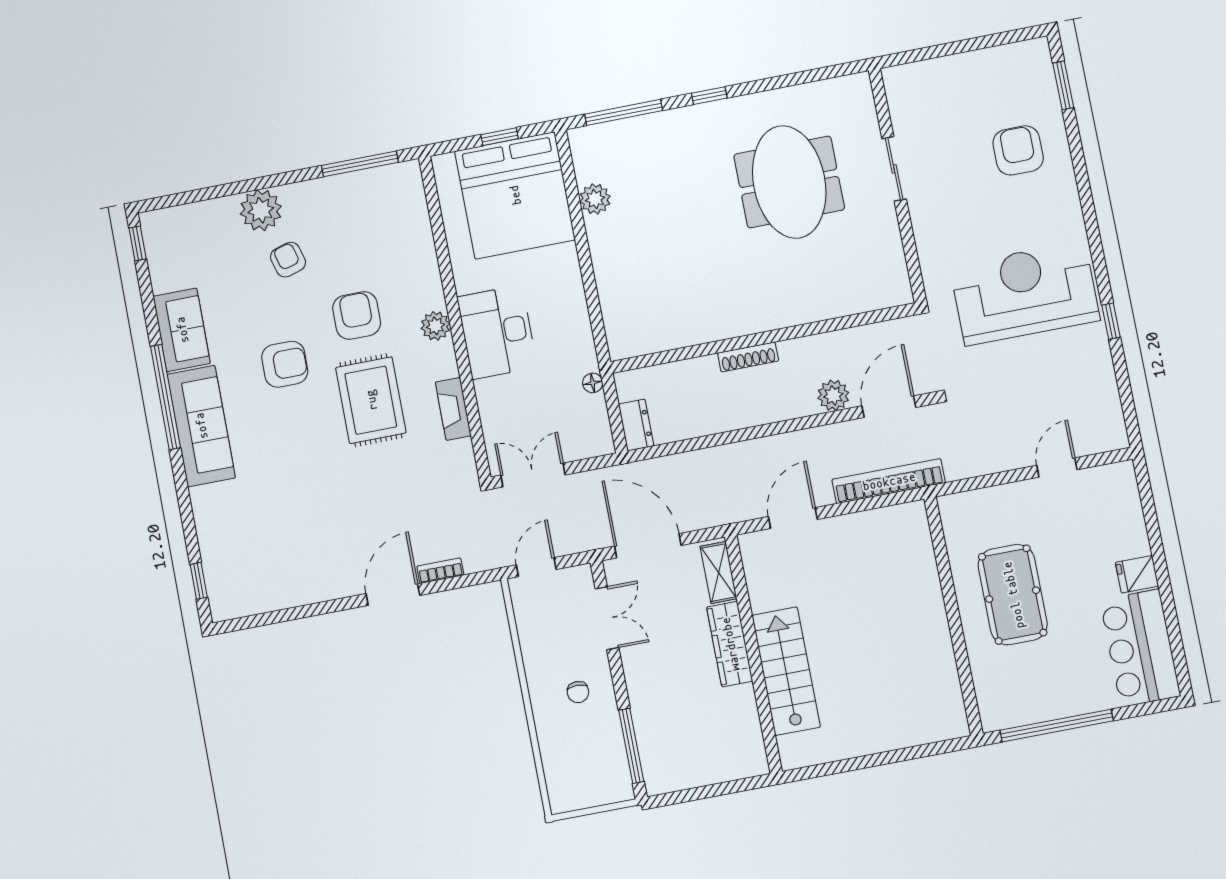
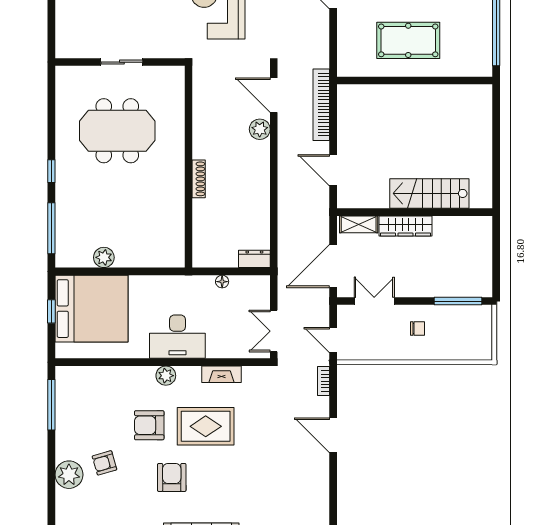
wall: (763, 338) -> (189, 167), moved
shoe rack: (748, 357) -> (199, 179), moved
bookcase: (440, 571) -> (324, 381), moved

